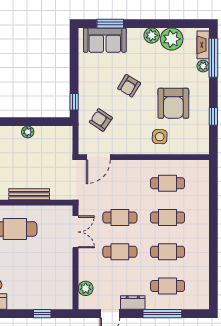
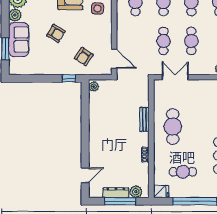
sofa: (105, 40) -> (19, 40), moved
plant: (28, 132) -> (94, 87), moved
bench: (29, 194) -> (144, 119), width x0.73

